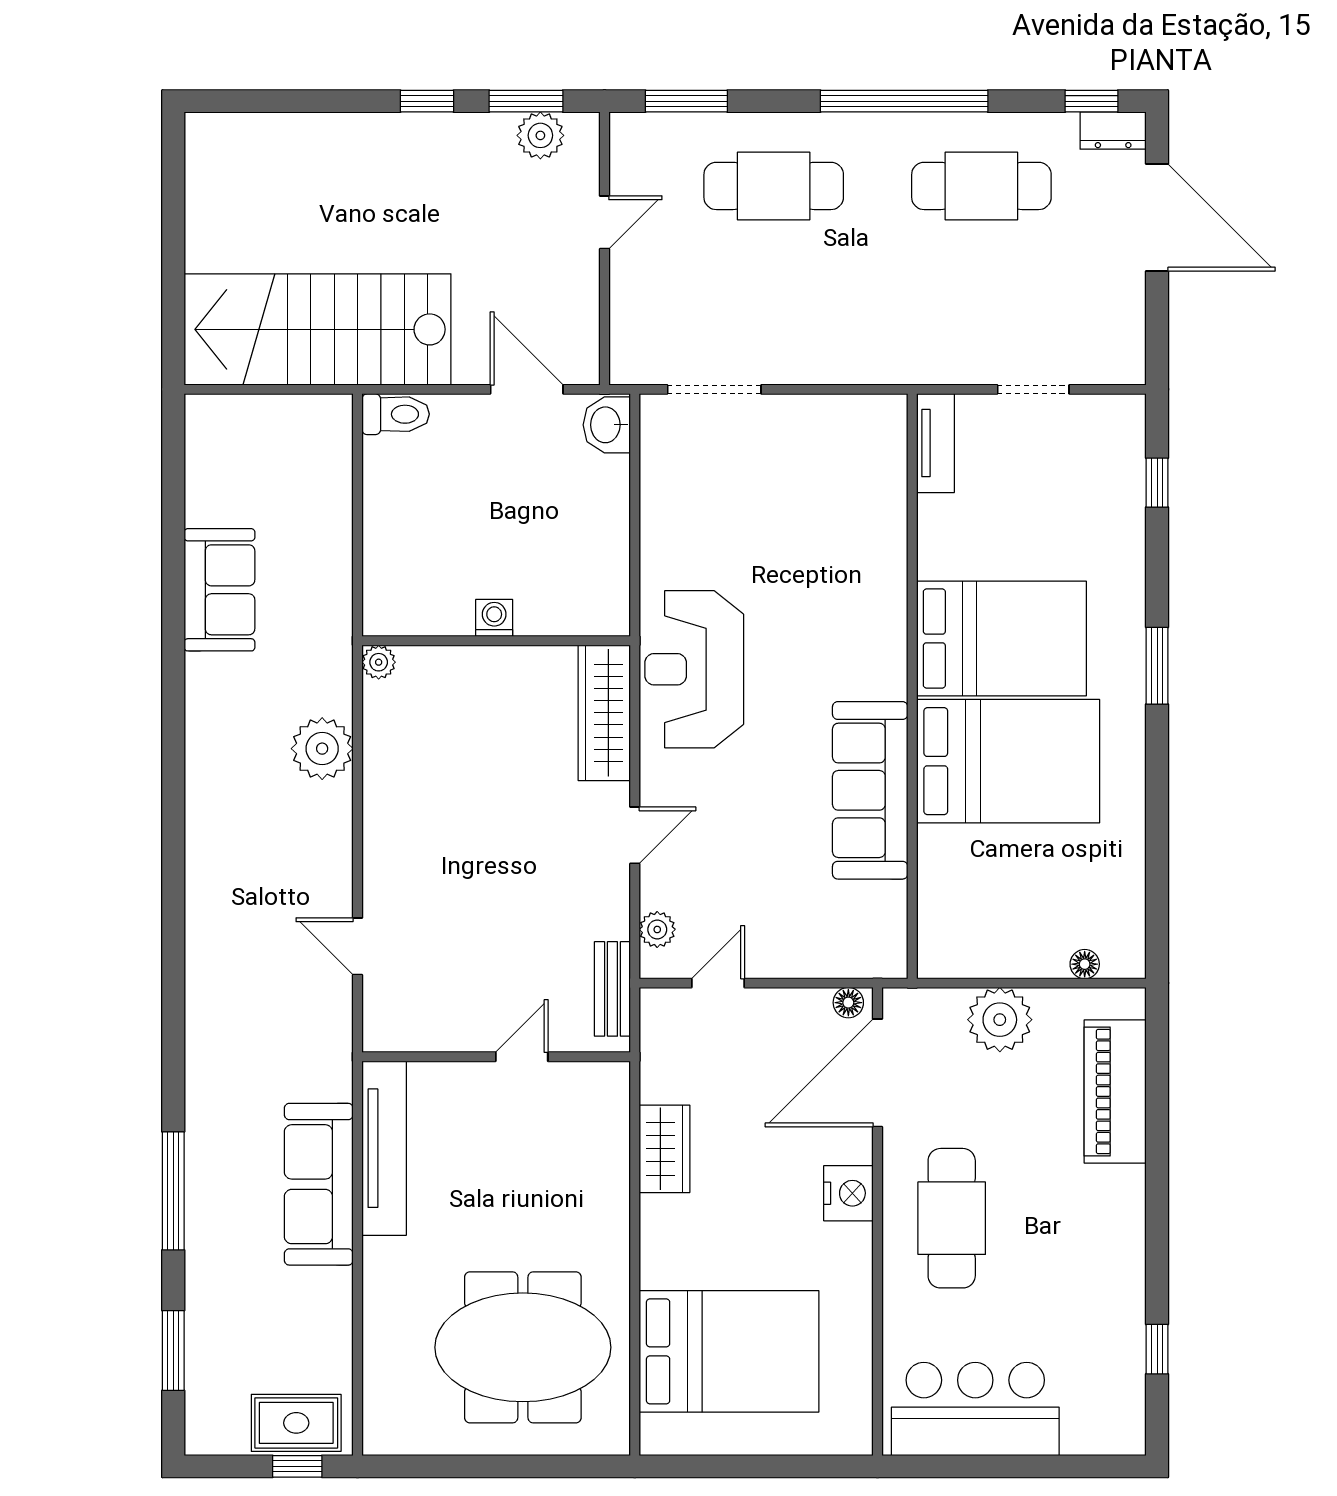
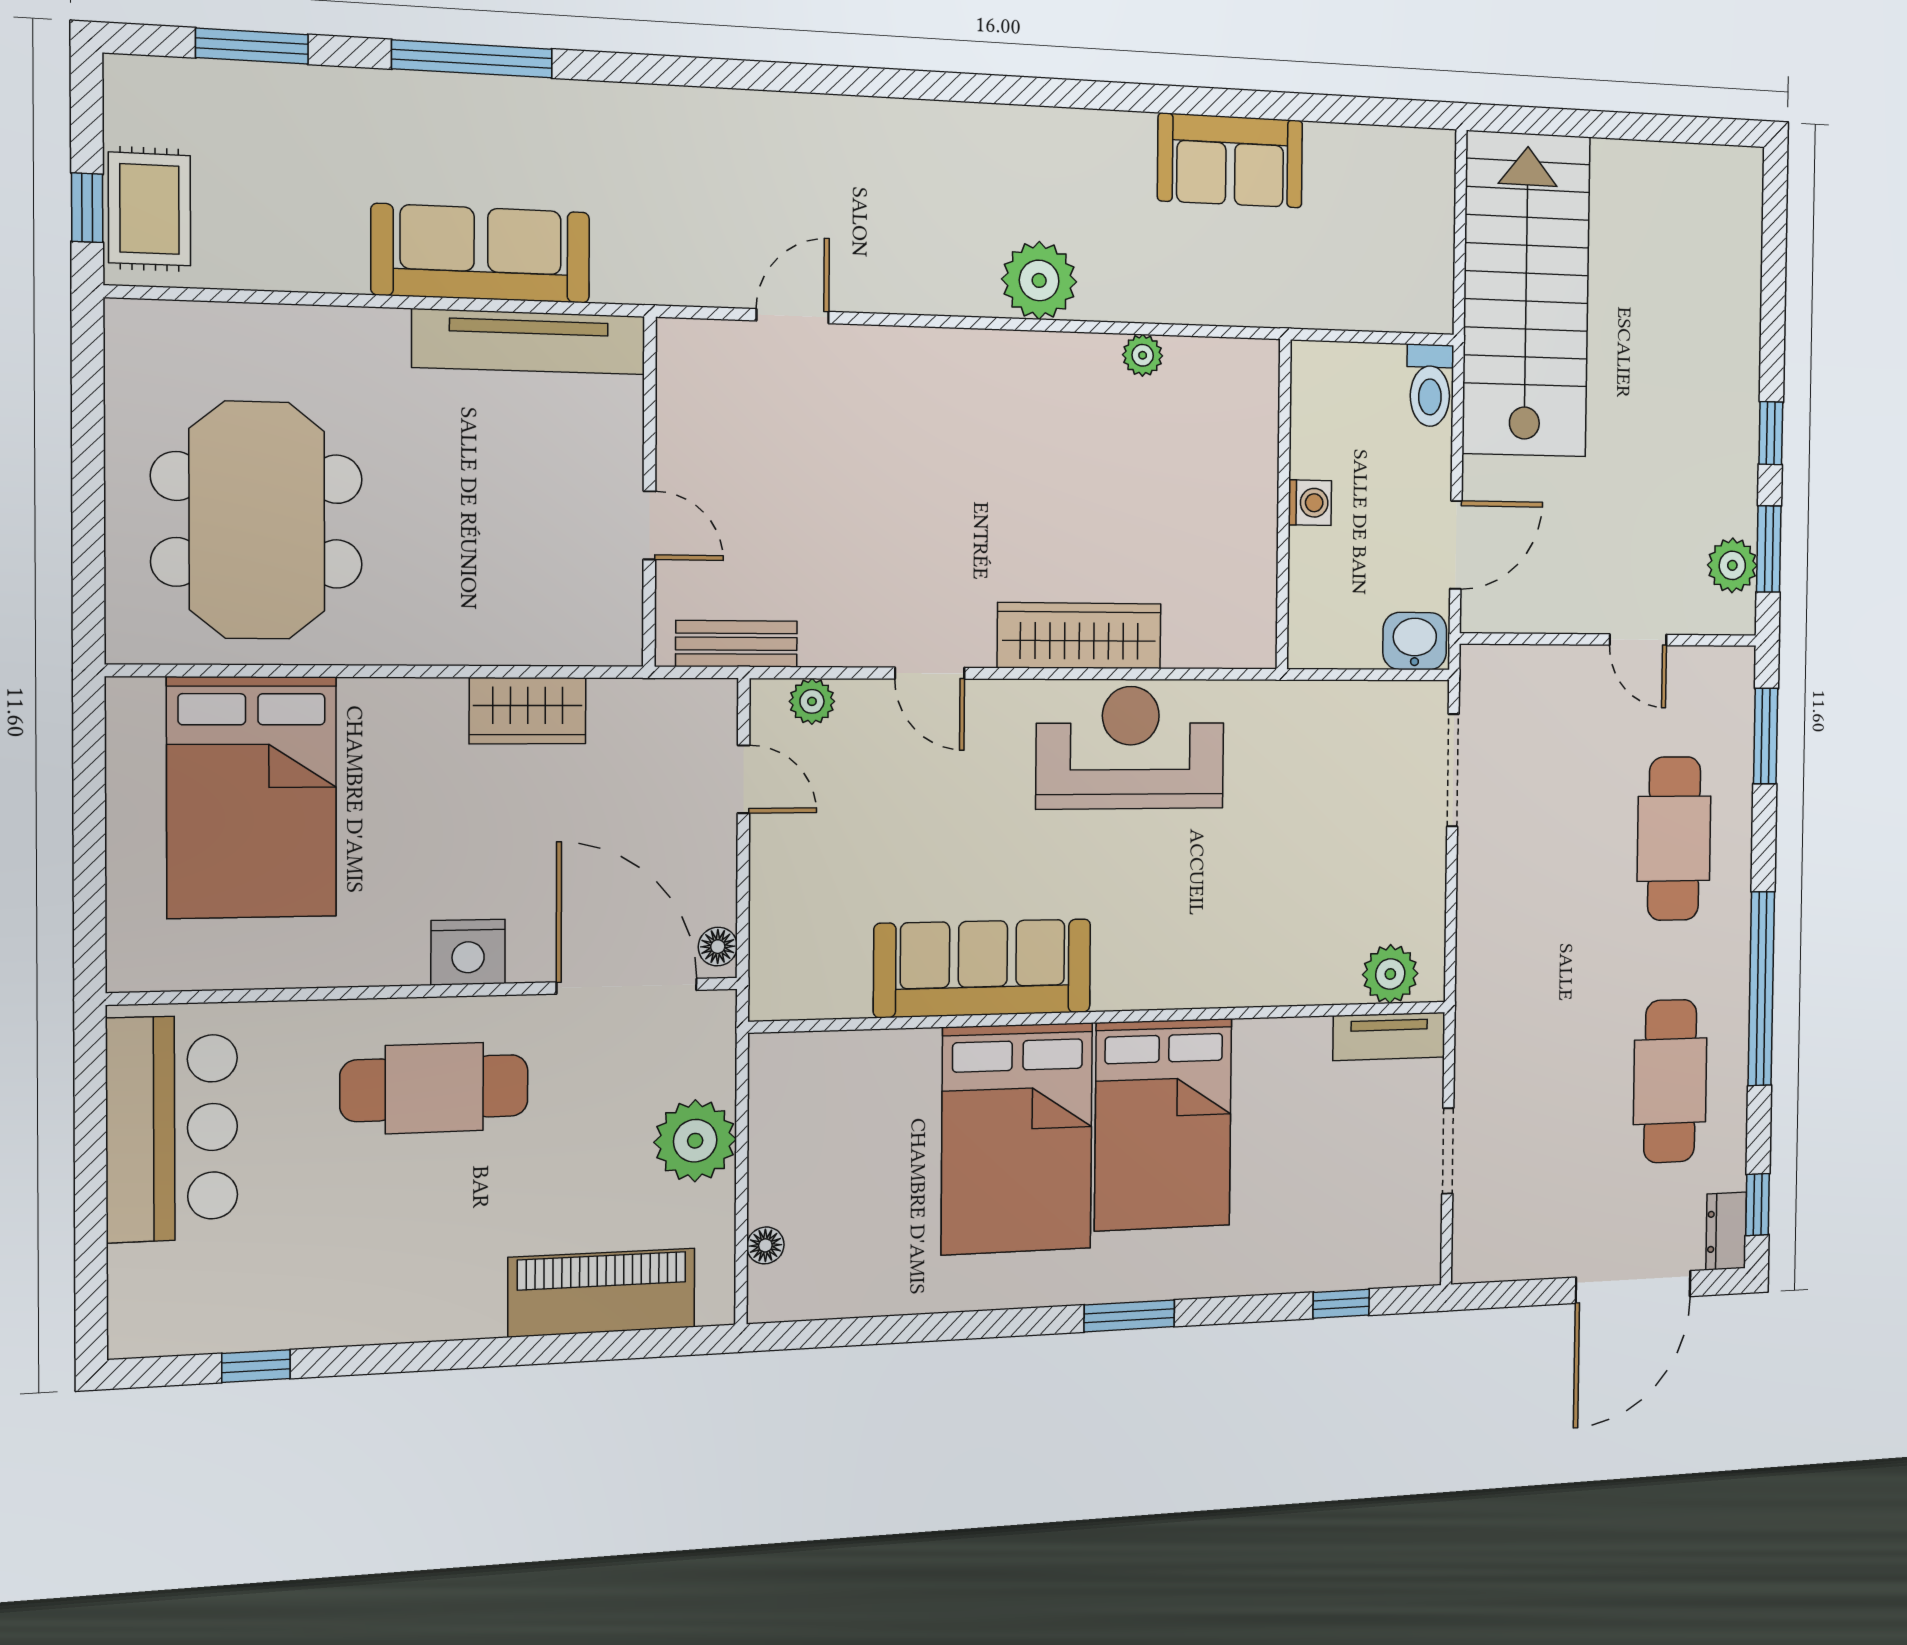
plant: (883, 443) -> (1390, 974), added
washing machine: (494, 618) -> (1310, 503), moved
wall: (496, 641) -> (1284, 505), moved

